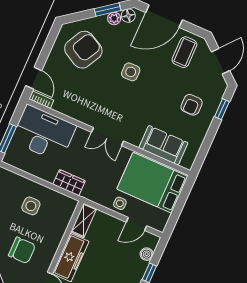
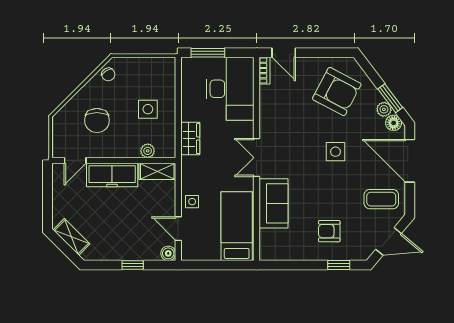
door: (34, 78) -> (284, 53), hinge flipped
sofa: (163, 145) -> (273, 203), moved
bed: (152, 183) -> (237, 226), width x0.67
plant: (64, 221) -> (148, 151), added
boiler: (147, 254) -> (168, 253), moved

